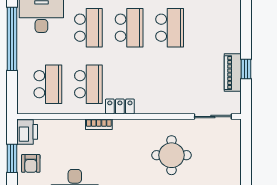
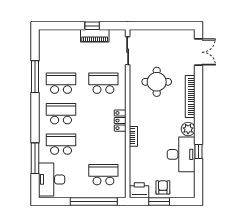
window: (12, 39) -> (94, 202), moved
school desk: (88, 84) -> (103, 83), moved
armchair: (31, 163) -> (163, 187), turned -90

